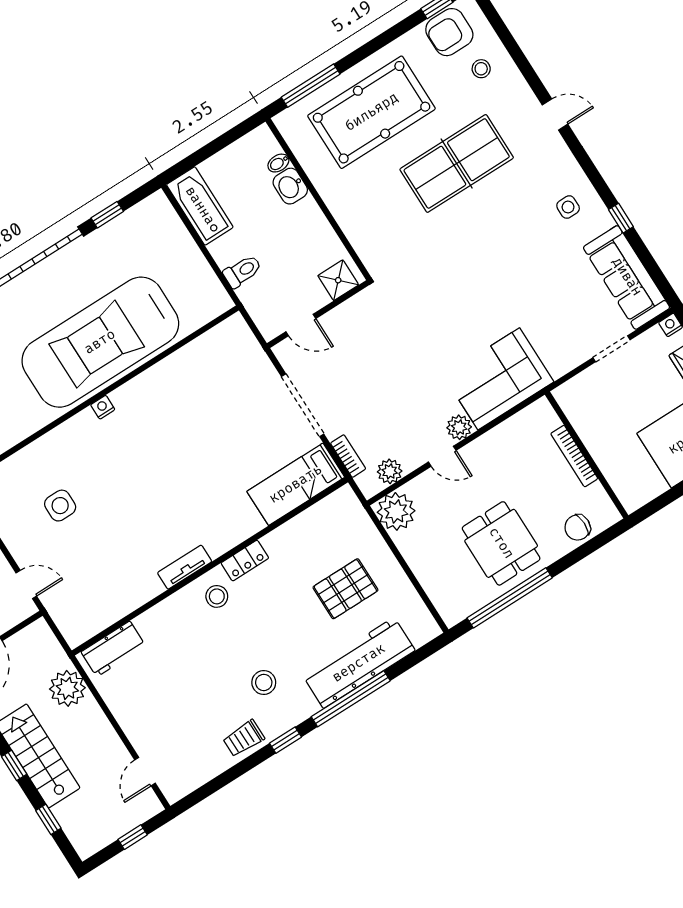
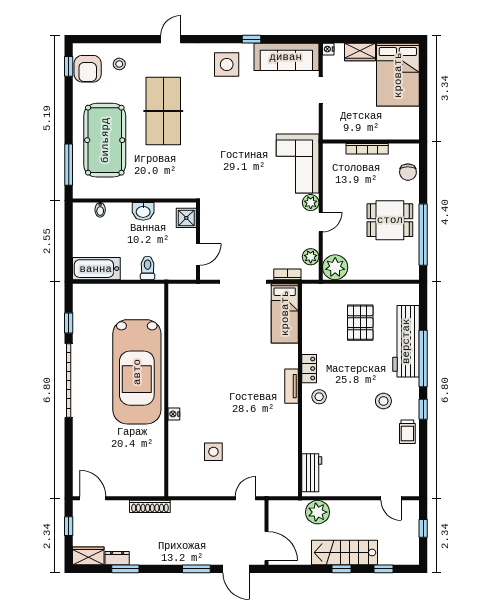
washbasin: (290, 186) -> (143, 211), moved
side table: (568, 207) -> (227, 64), width x1.87, depth x1.87
nightstand: (103, 407) -> (174, 414), moved
tv unit: (185, 567) -> (291, 386), moved

